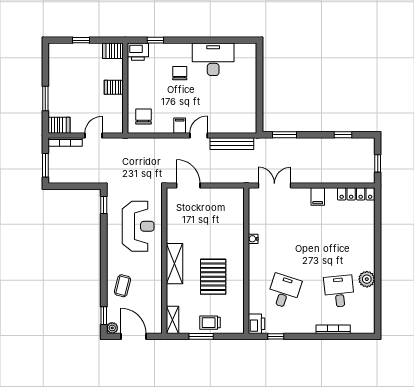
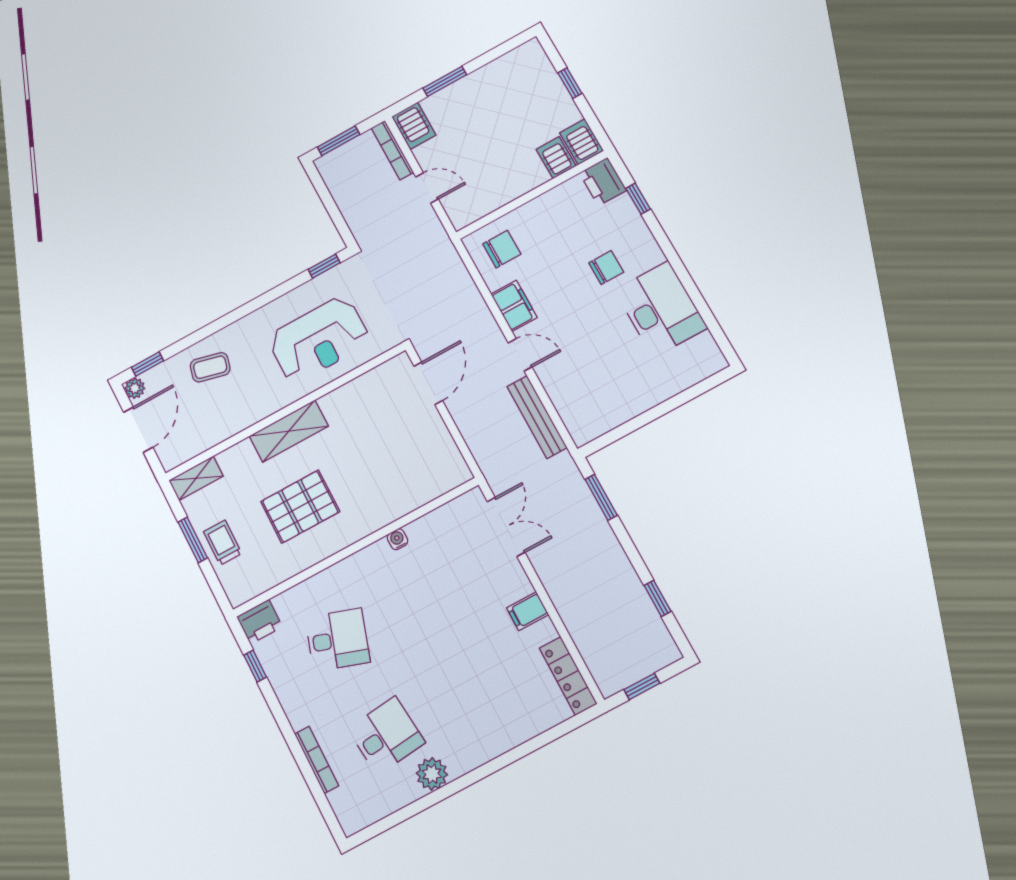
server rack: (114, 87) -> (556, 158), moved
filing cabinet: (180, 126) -> (514, 306), width x2.00

